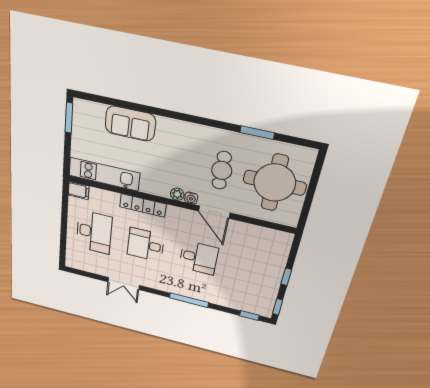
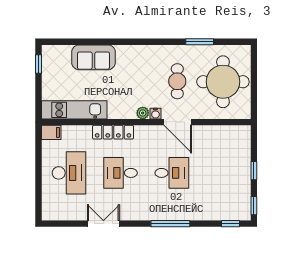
window: (69, 118) -> (39, 64), width x0.67
double door: (124, 284) -> (103, 224), swing flipped

